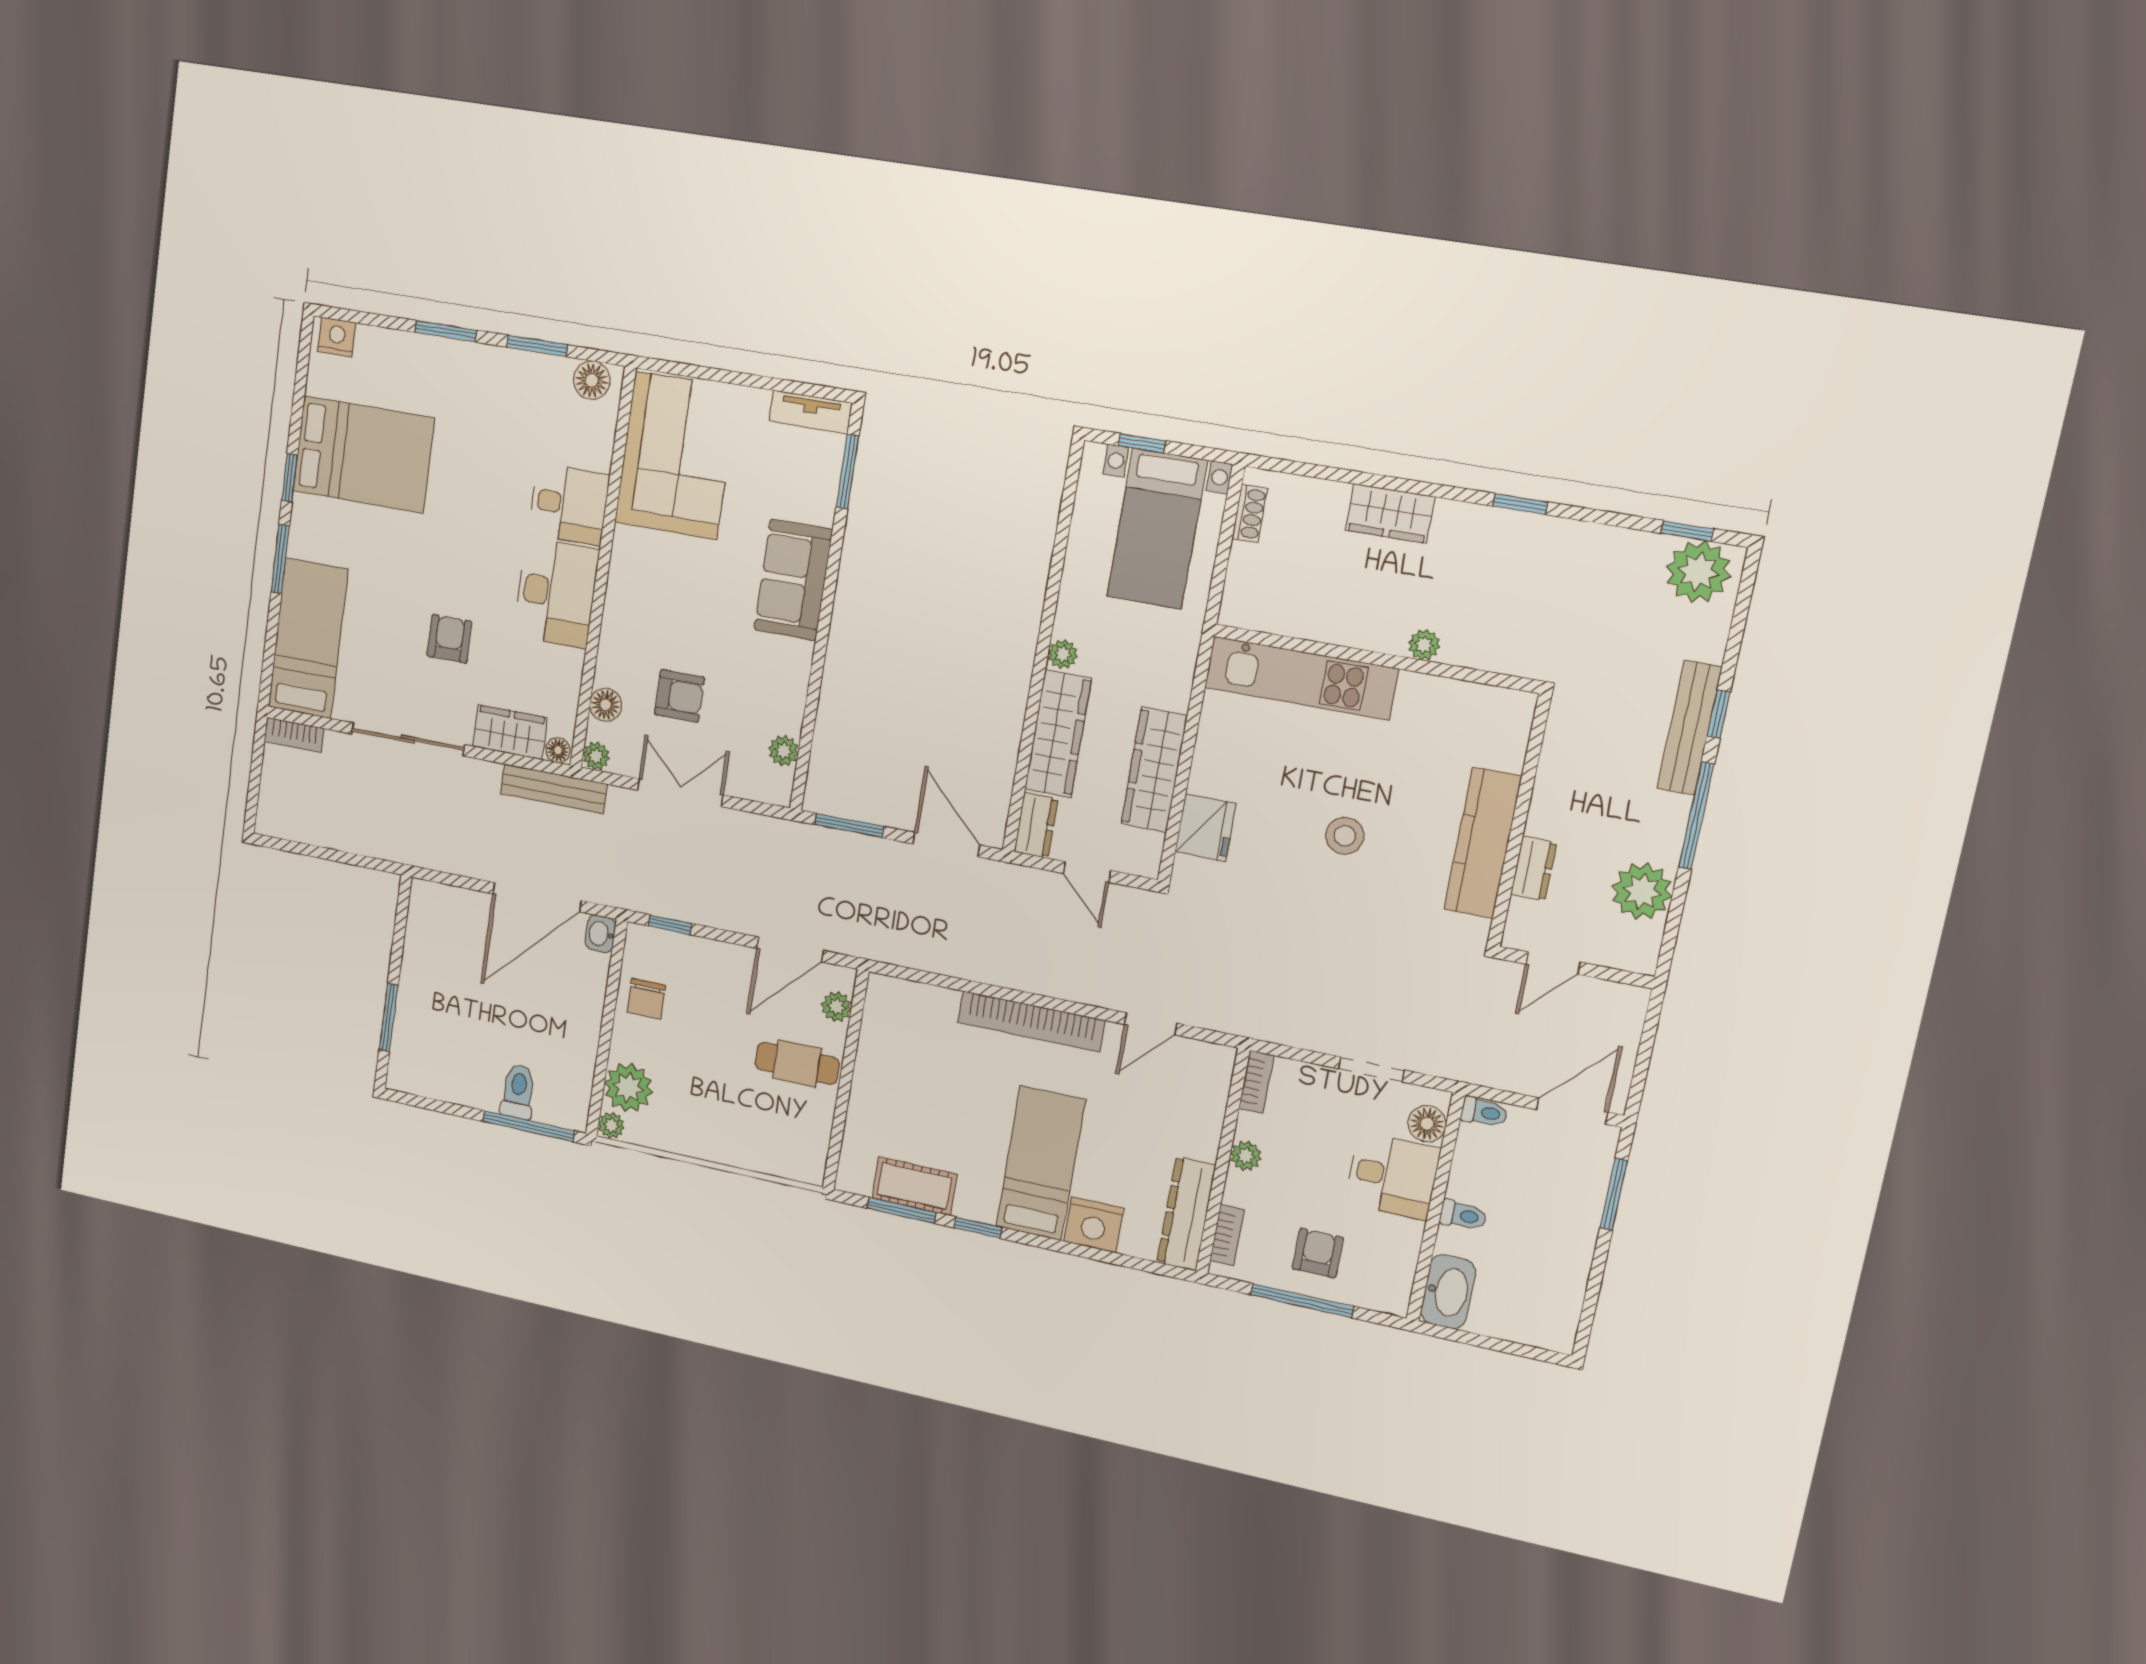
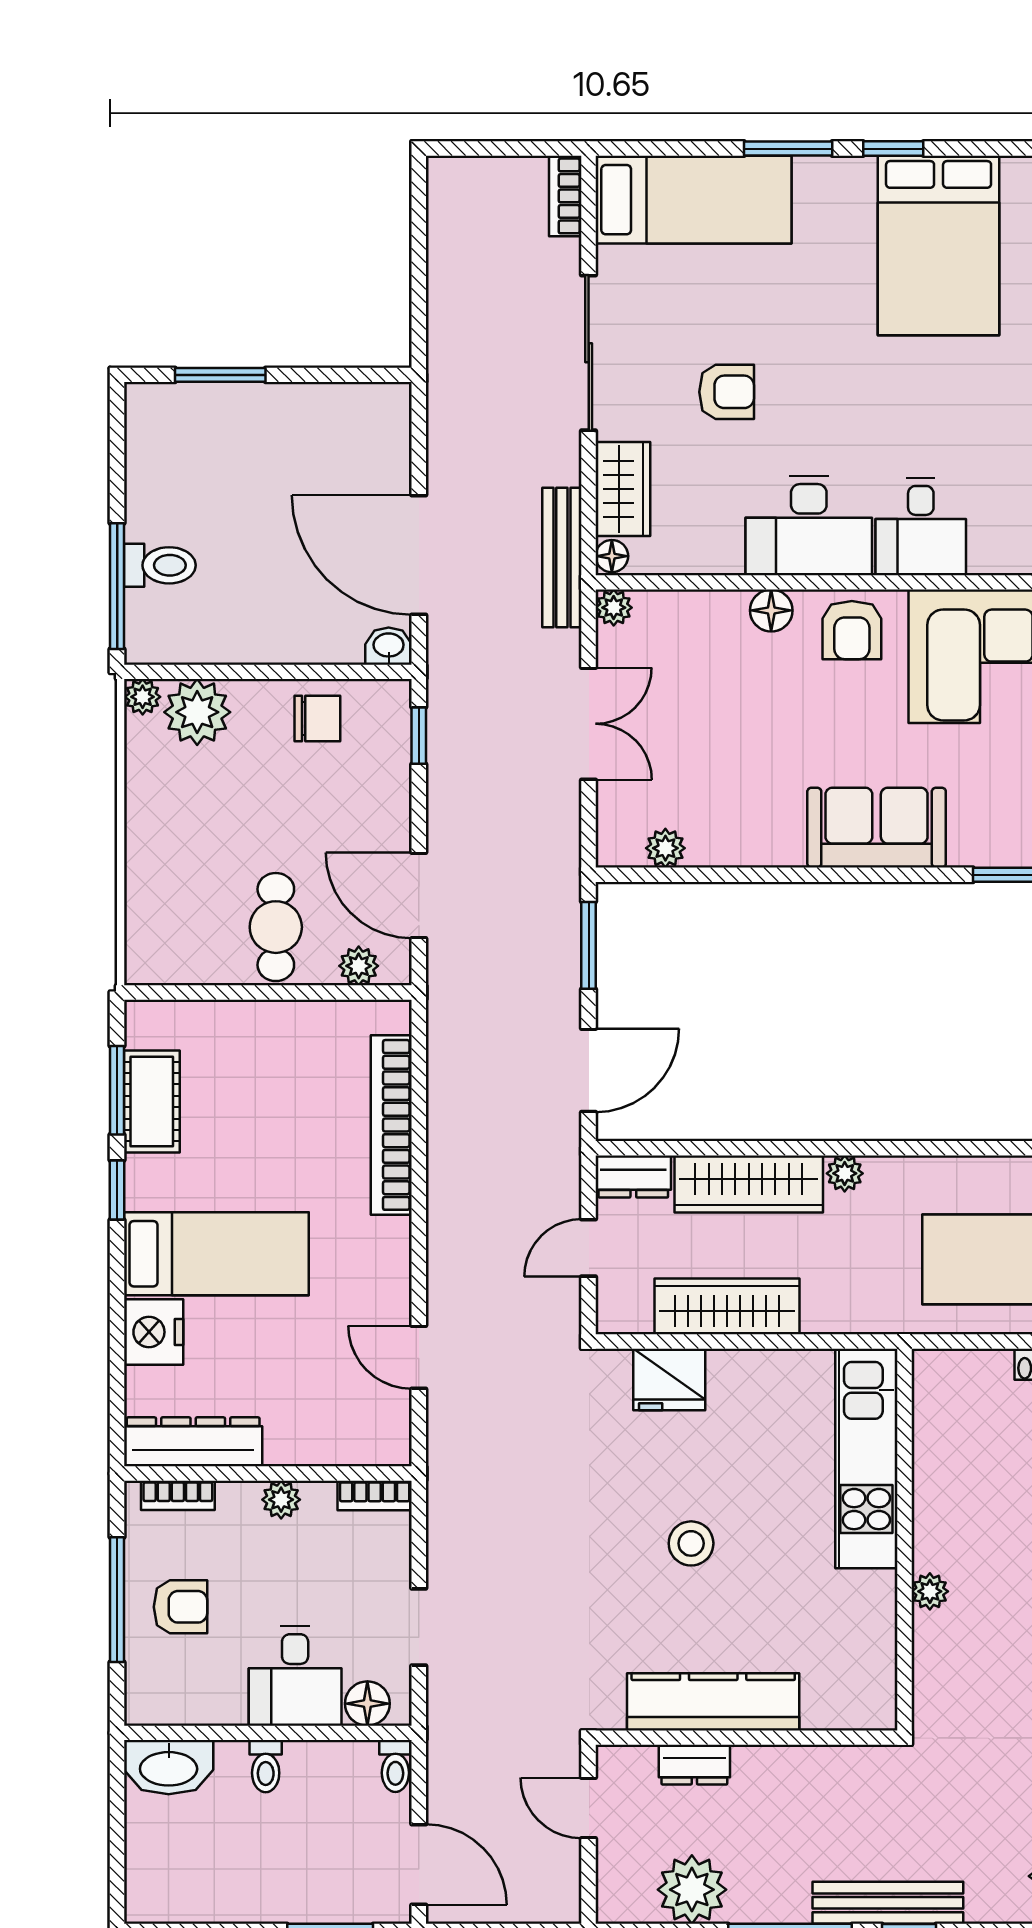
armchair: (680, 696) -> (852, 630), moved
floor lamp: (606, 705) -> (771, 610), moved
chair: (646, 999) -> (317, 719), turned 180
bookcase: (1031, 1021) -> (391, 1125), moved

